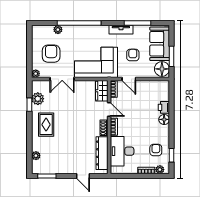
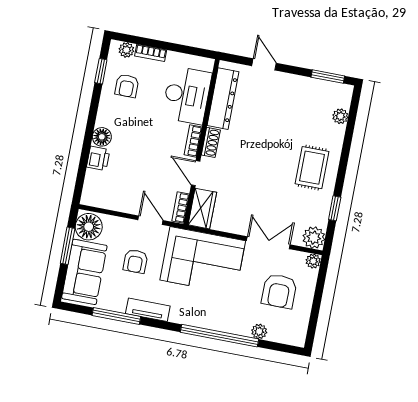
plant: (38, 99) -> (314, 238), moved

